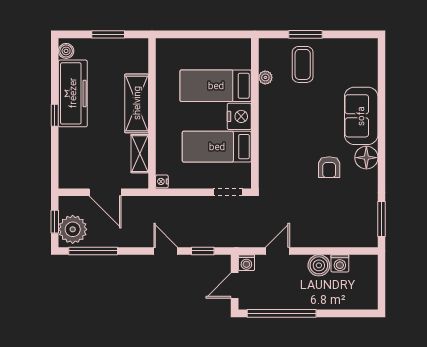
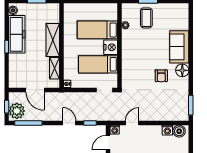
boiler: (319, 265) -> (179, 131), moved

